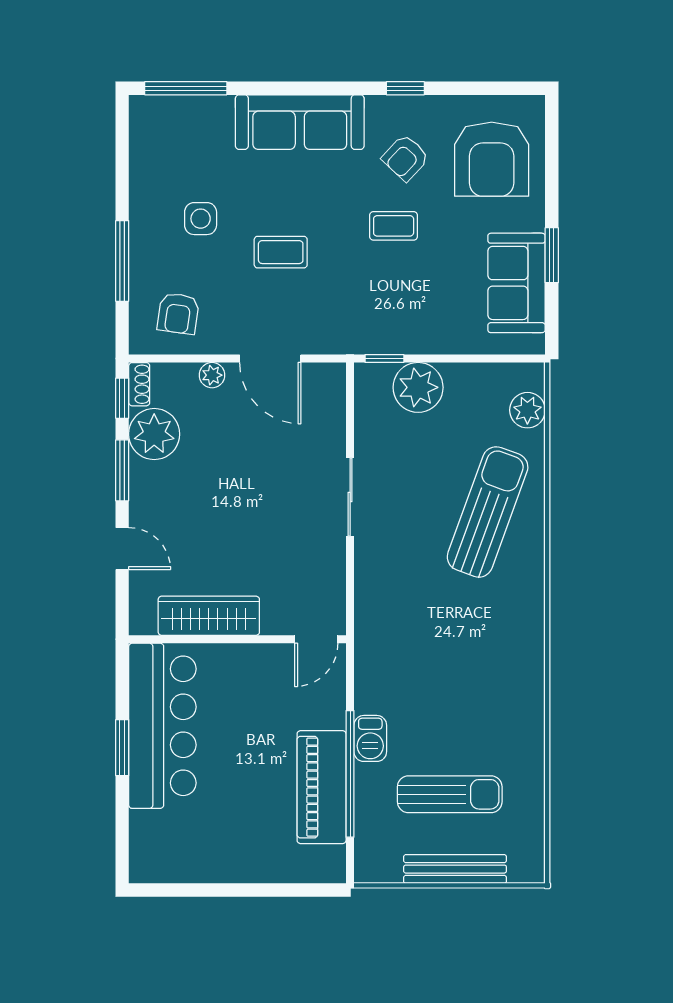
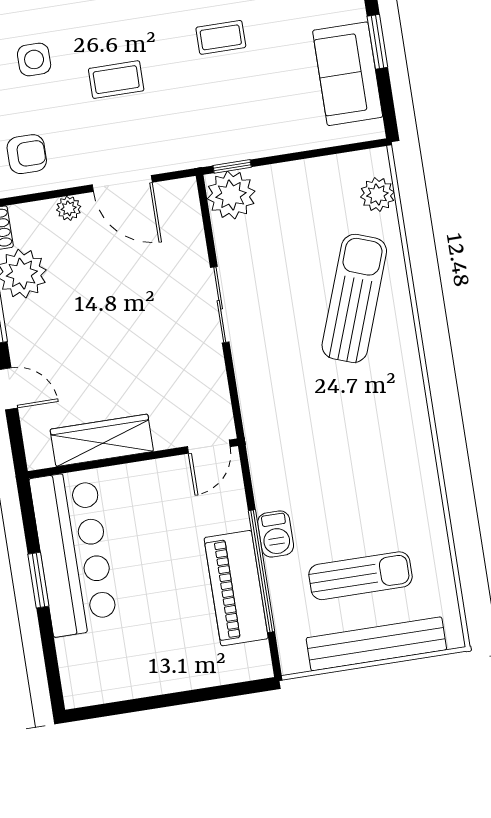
armchair: (178, 313) -> (27, 154), turned -98
plant: (418, 387) -> (231, 195), moved
bench: (455, 869) -> (376, 644), width x1.37, depth x1.21

